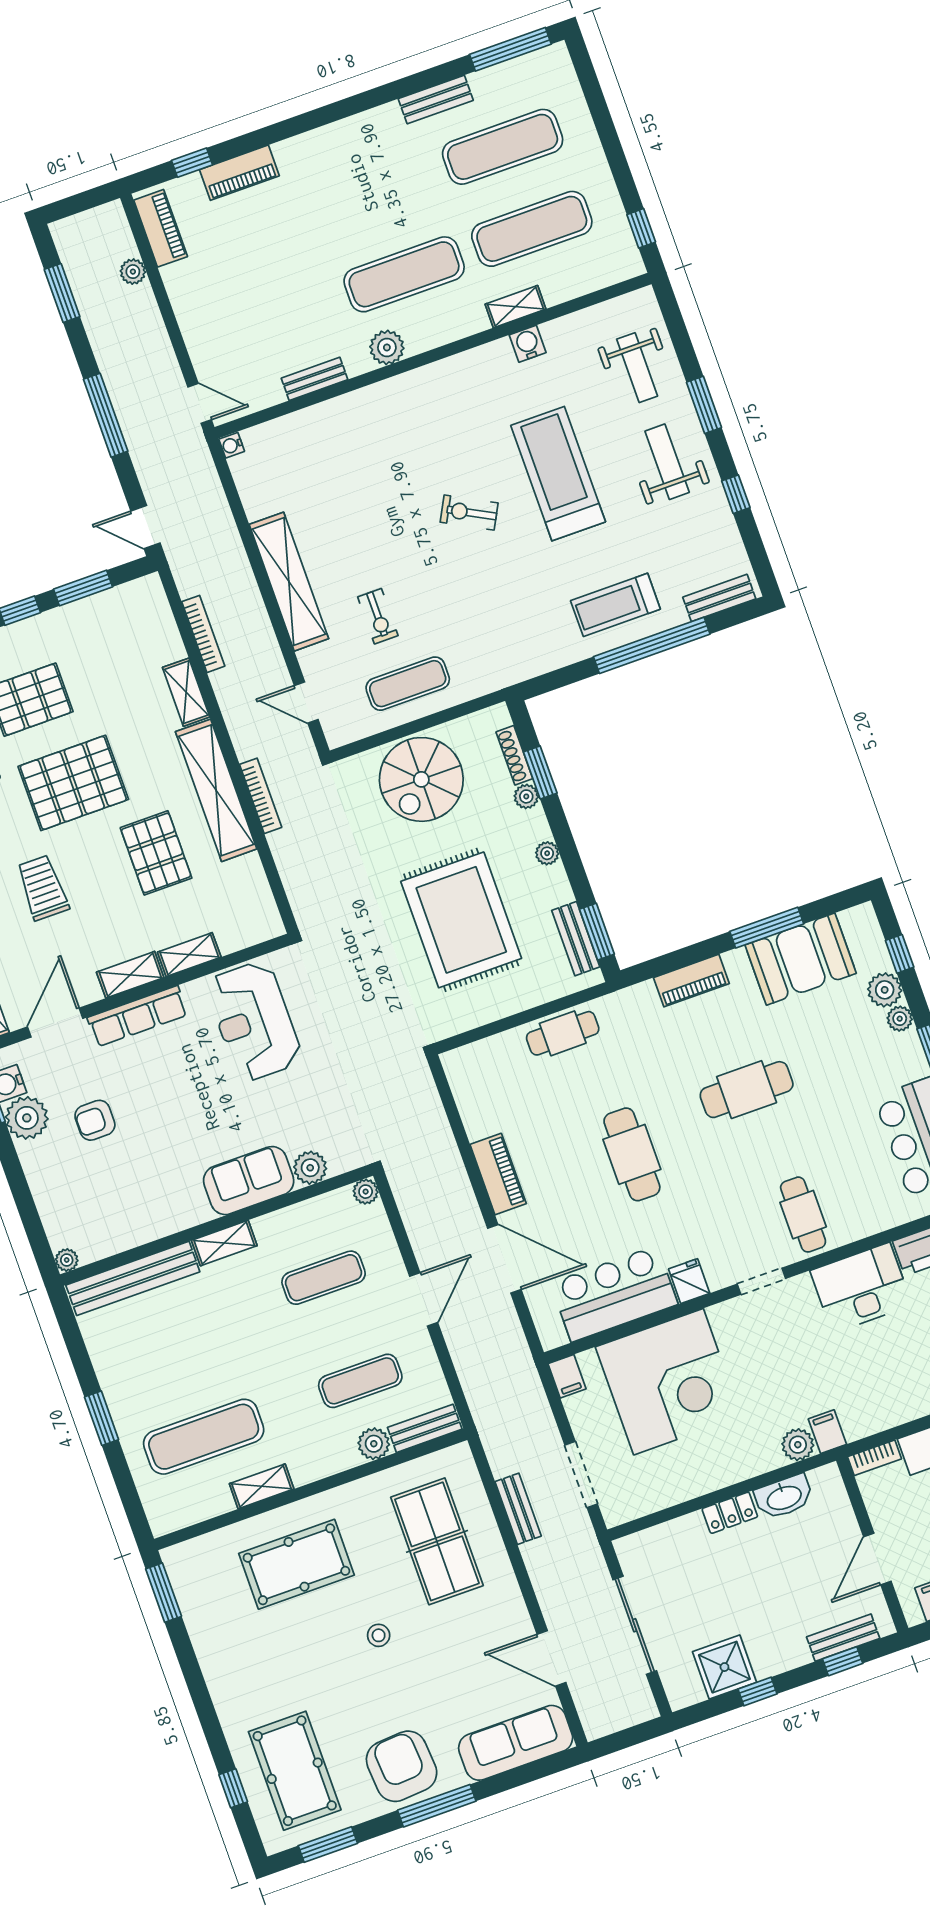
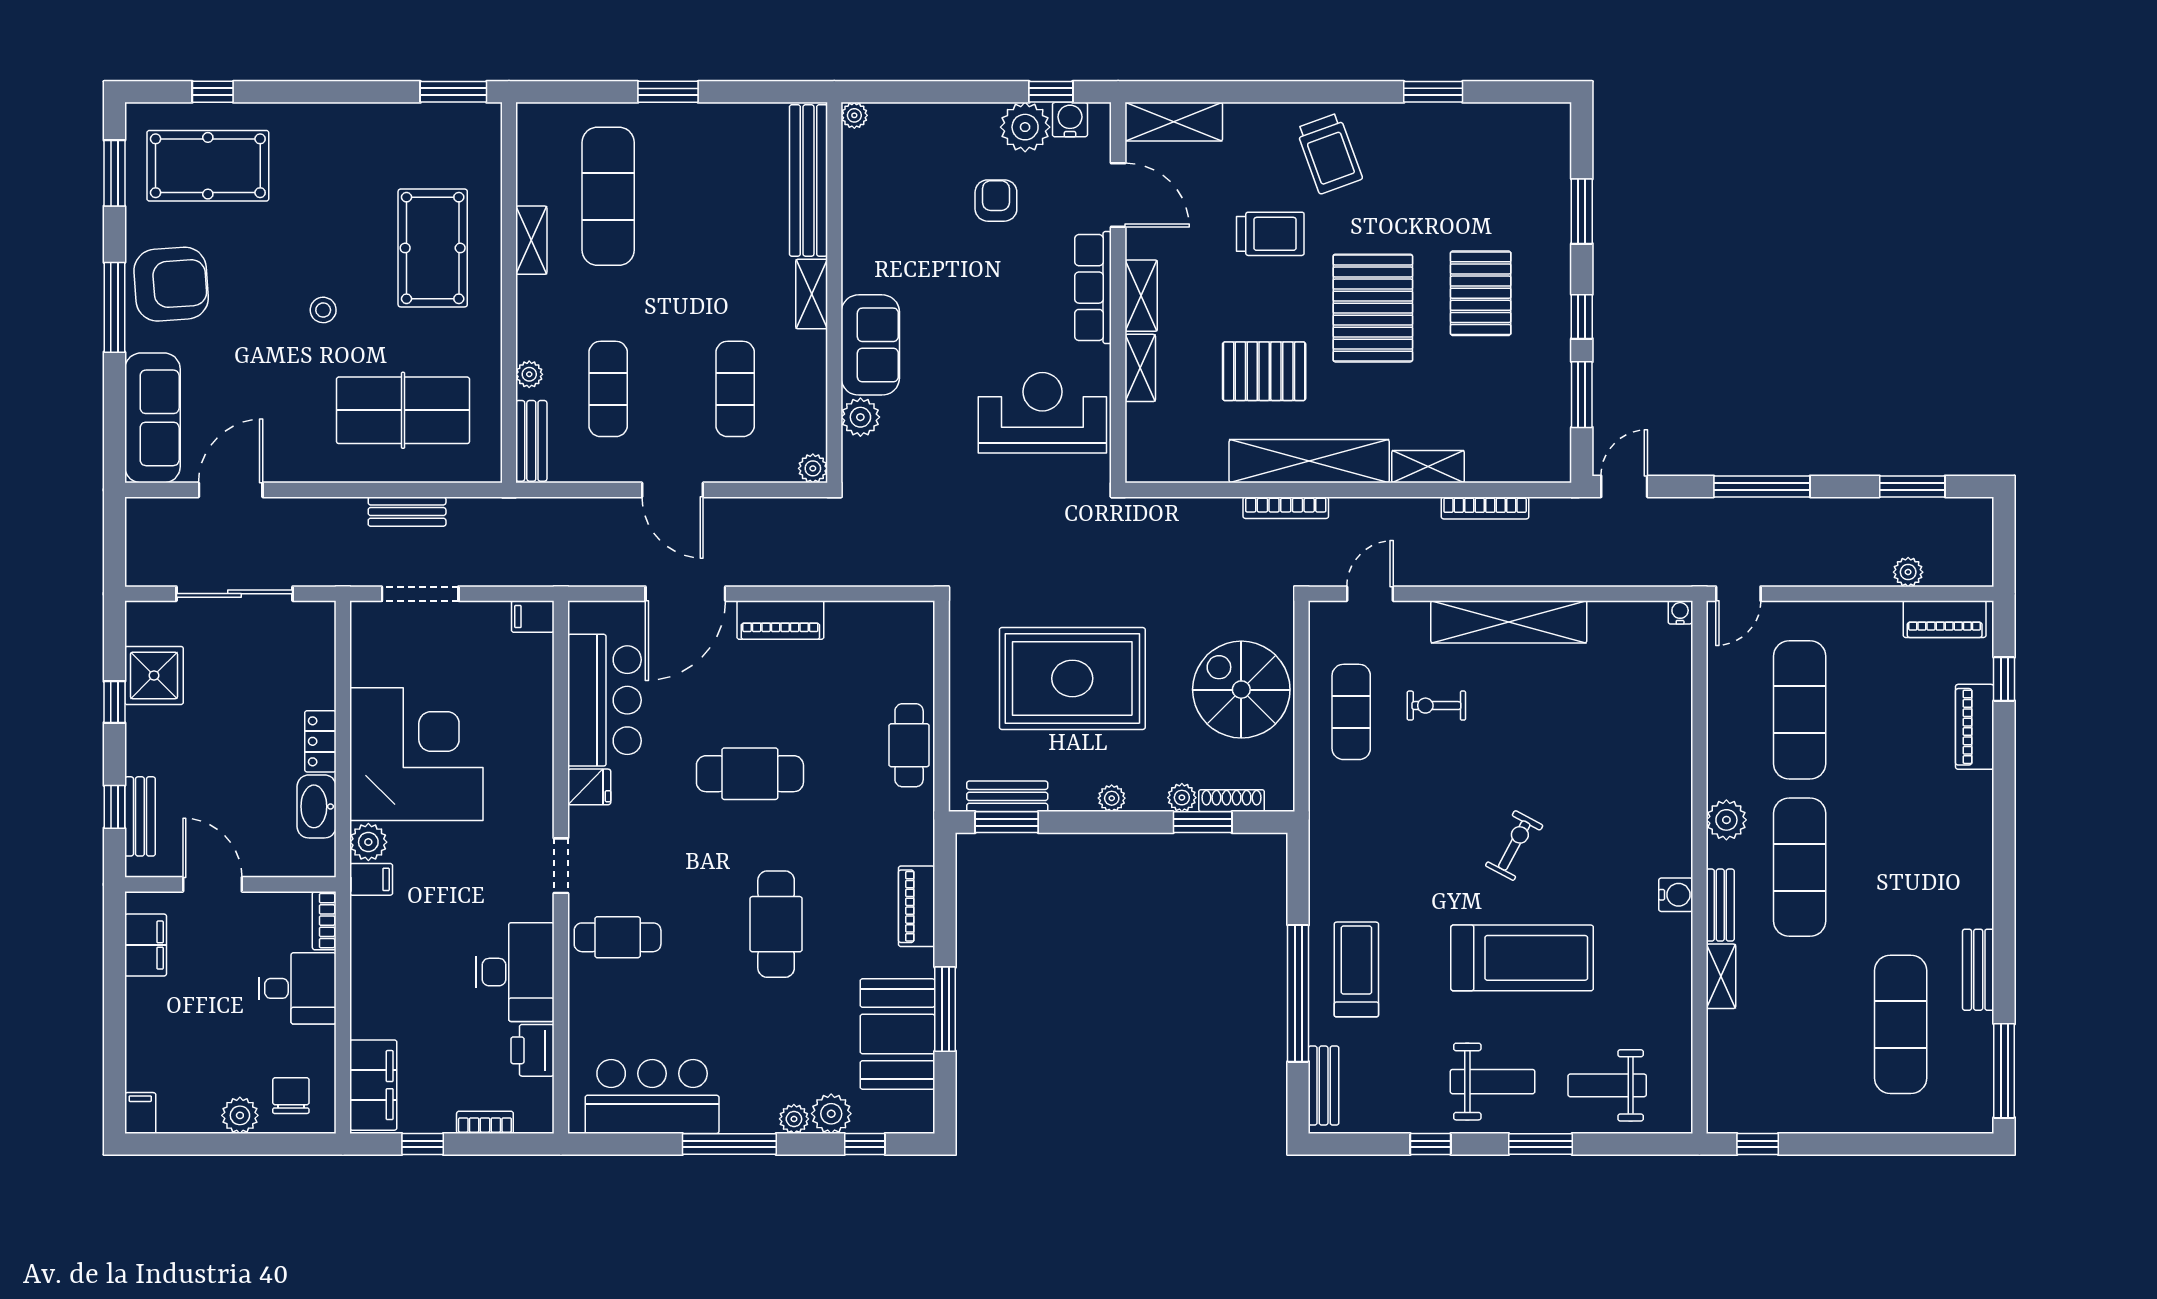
exercise mat: (532, 229) -> (1800, 710), moved
water cooler: (528, 344) -> (1676, 895), moved
bench: (315, 379) -> (1720, 905), moved
corner desk: (668, 1382) -> (416, 754), moved, turned 180
plant: (374, 1444) -> (529, 374), width x0.73, depth x0.73

